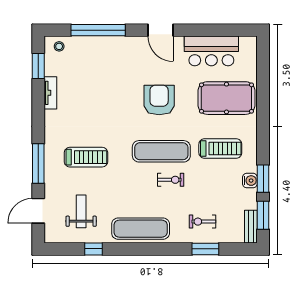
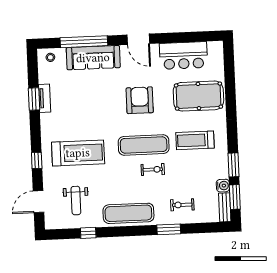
sofa: (108, 49) -> (93, 58), added
window: (38, 66) -> (34, 99), moved
treadmill: (220, 149) -> (195, 140), turned 180
treadmill: (86, 157) -> (78, 153), width x1.37, depth x1.38
window: (38, 164) -> (37, 160), width x0.46
water cooler: (250, 181) -> (223, 186), moved
weight bench: (81, 211) -> (76, 201), turned 180
window: (205, 249) -> (169, 229), moved

